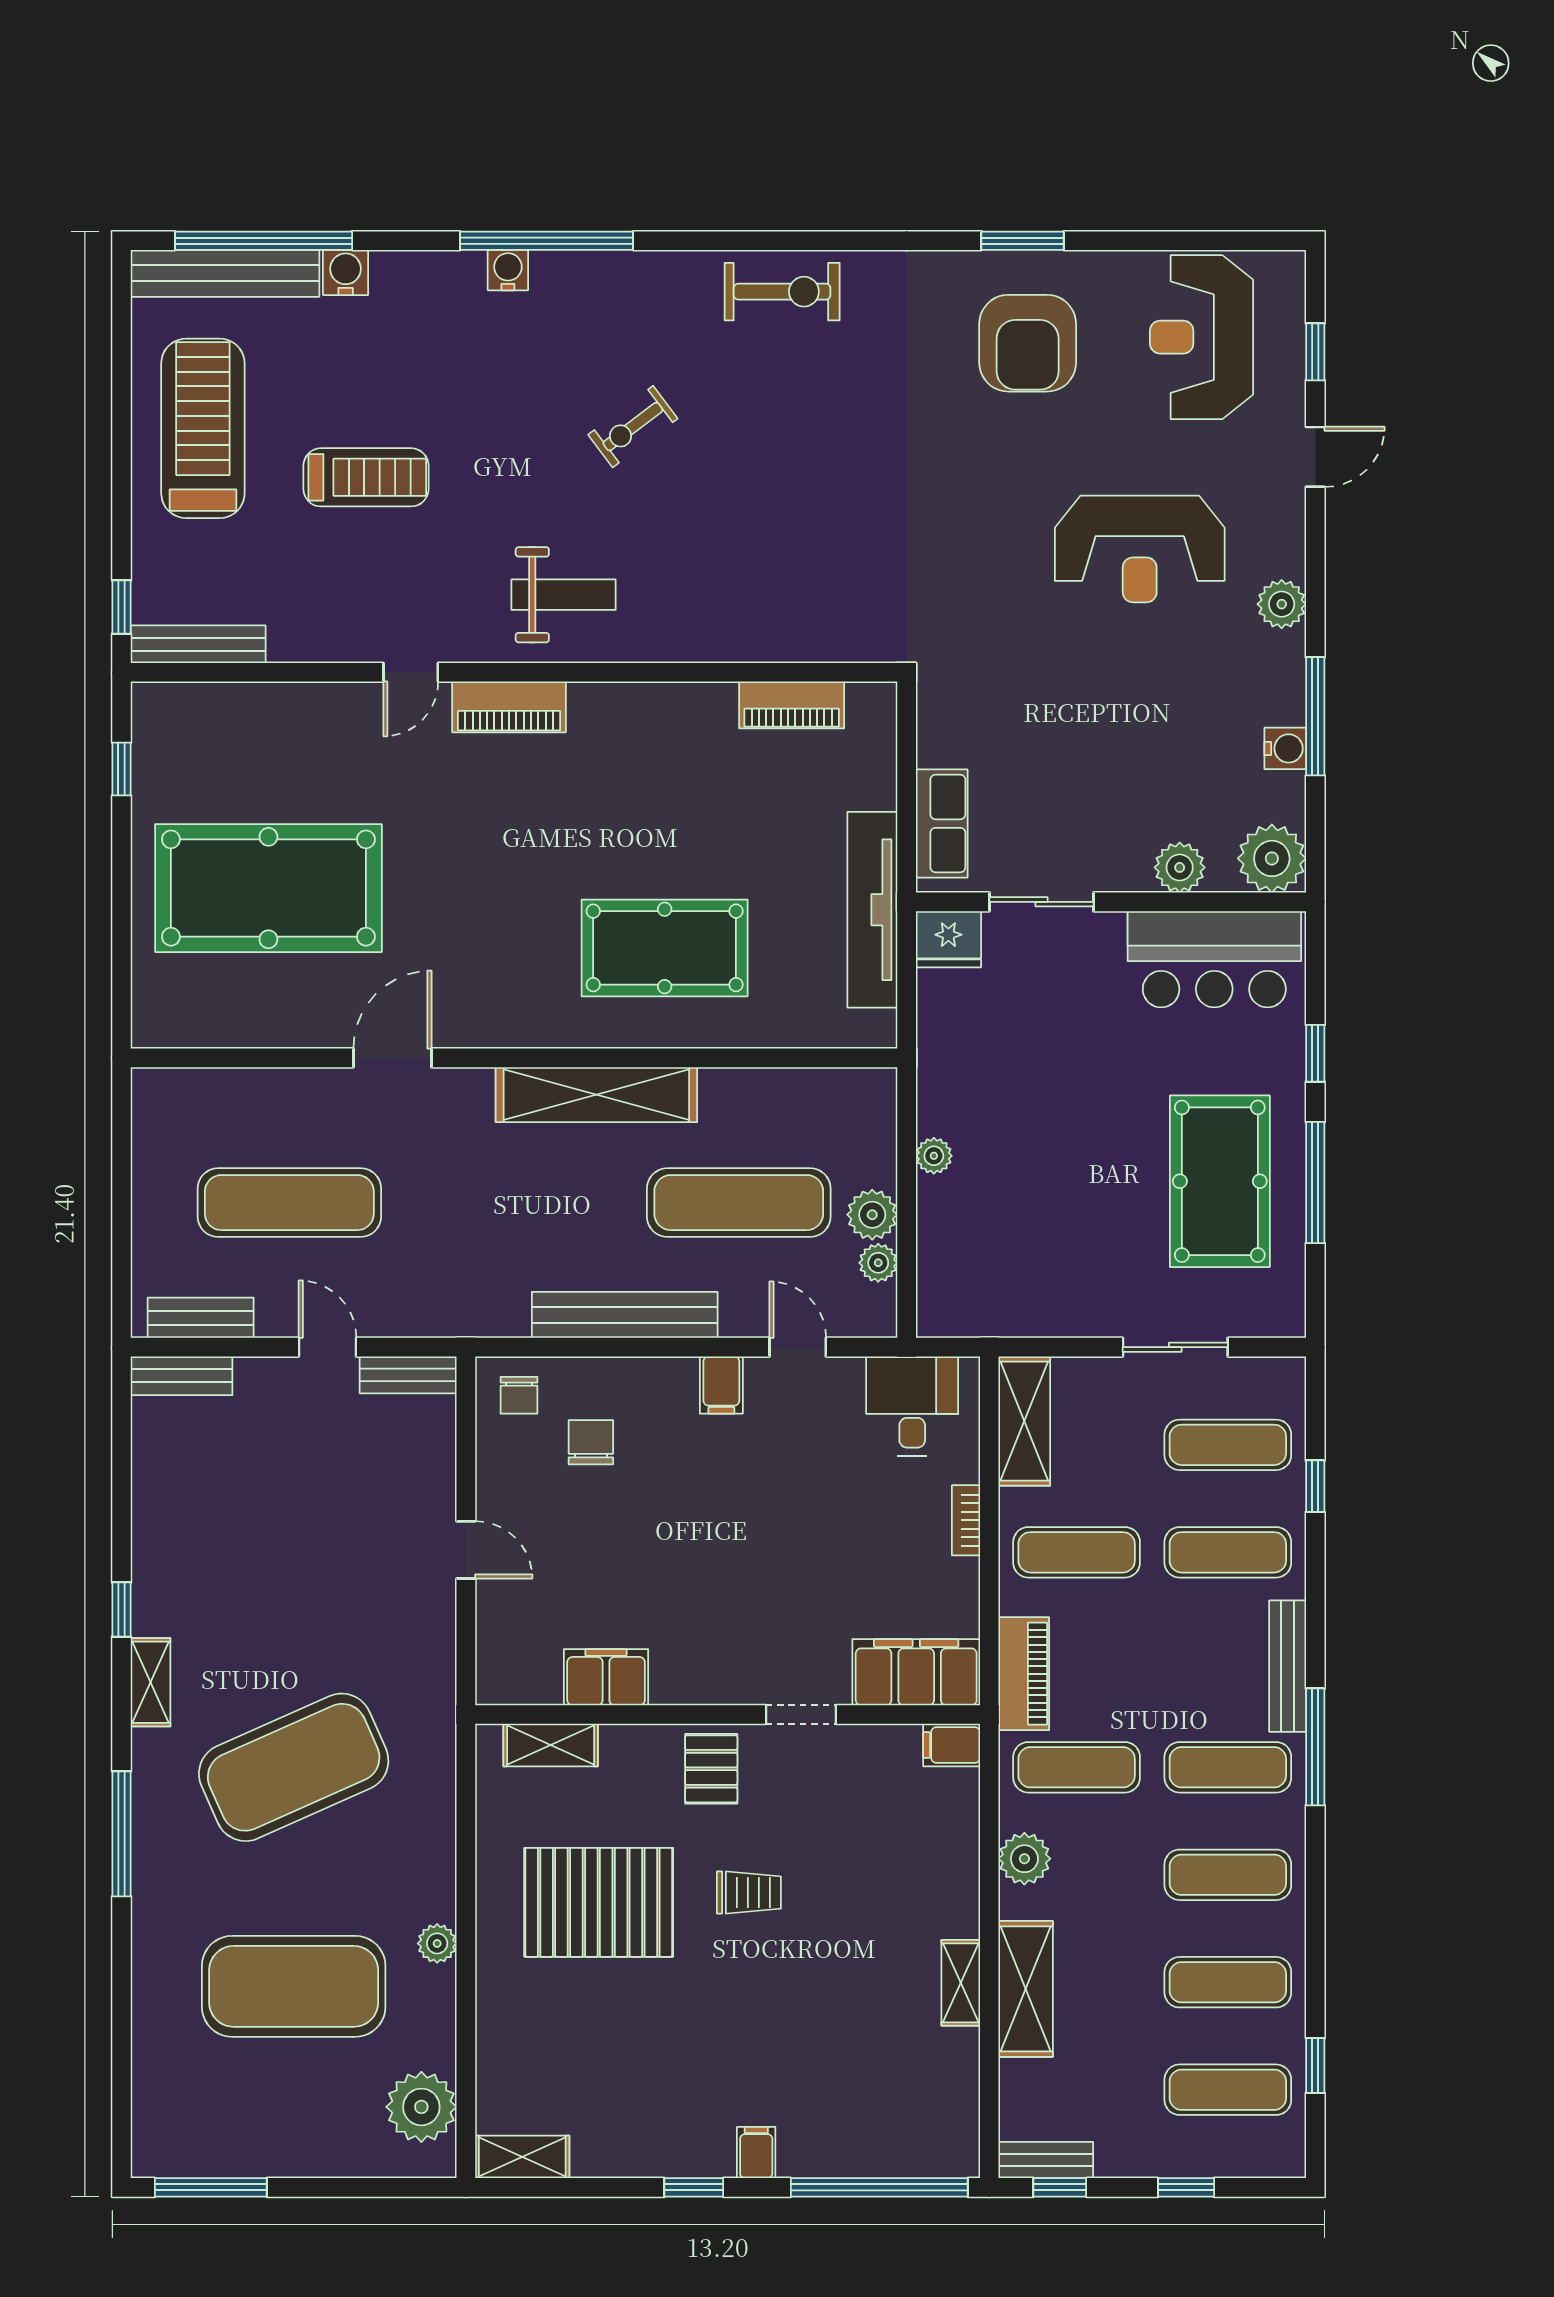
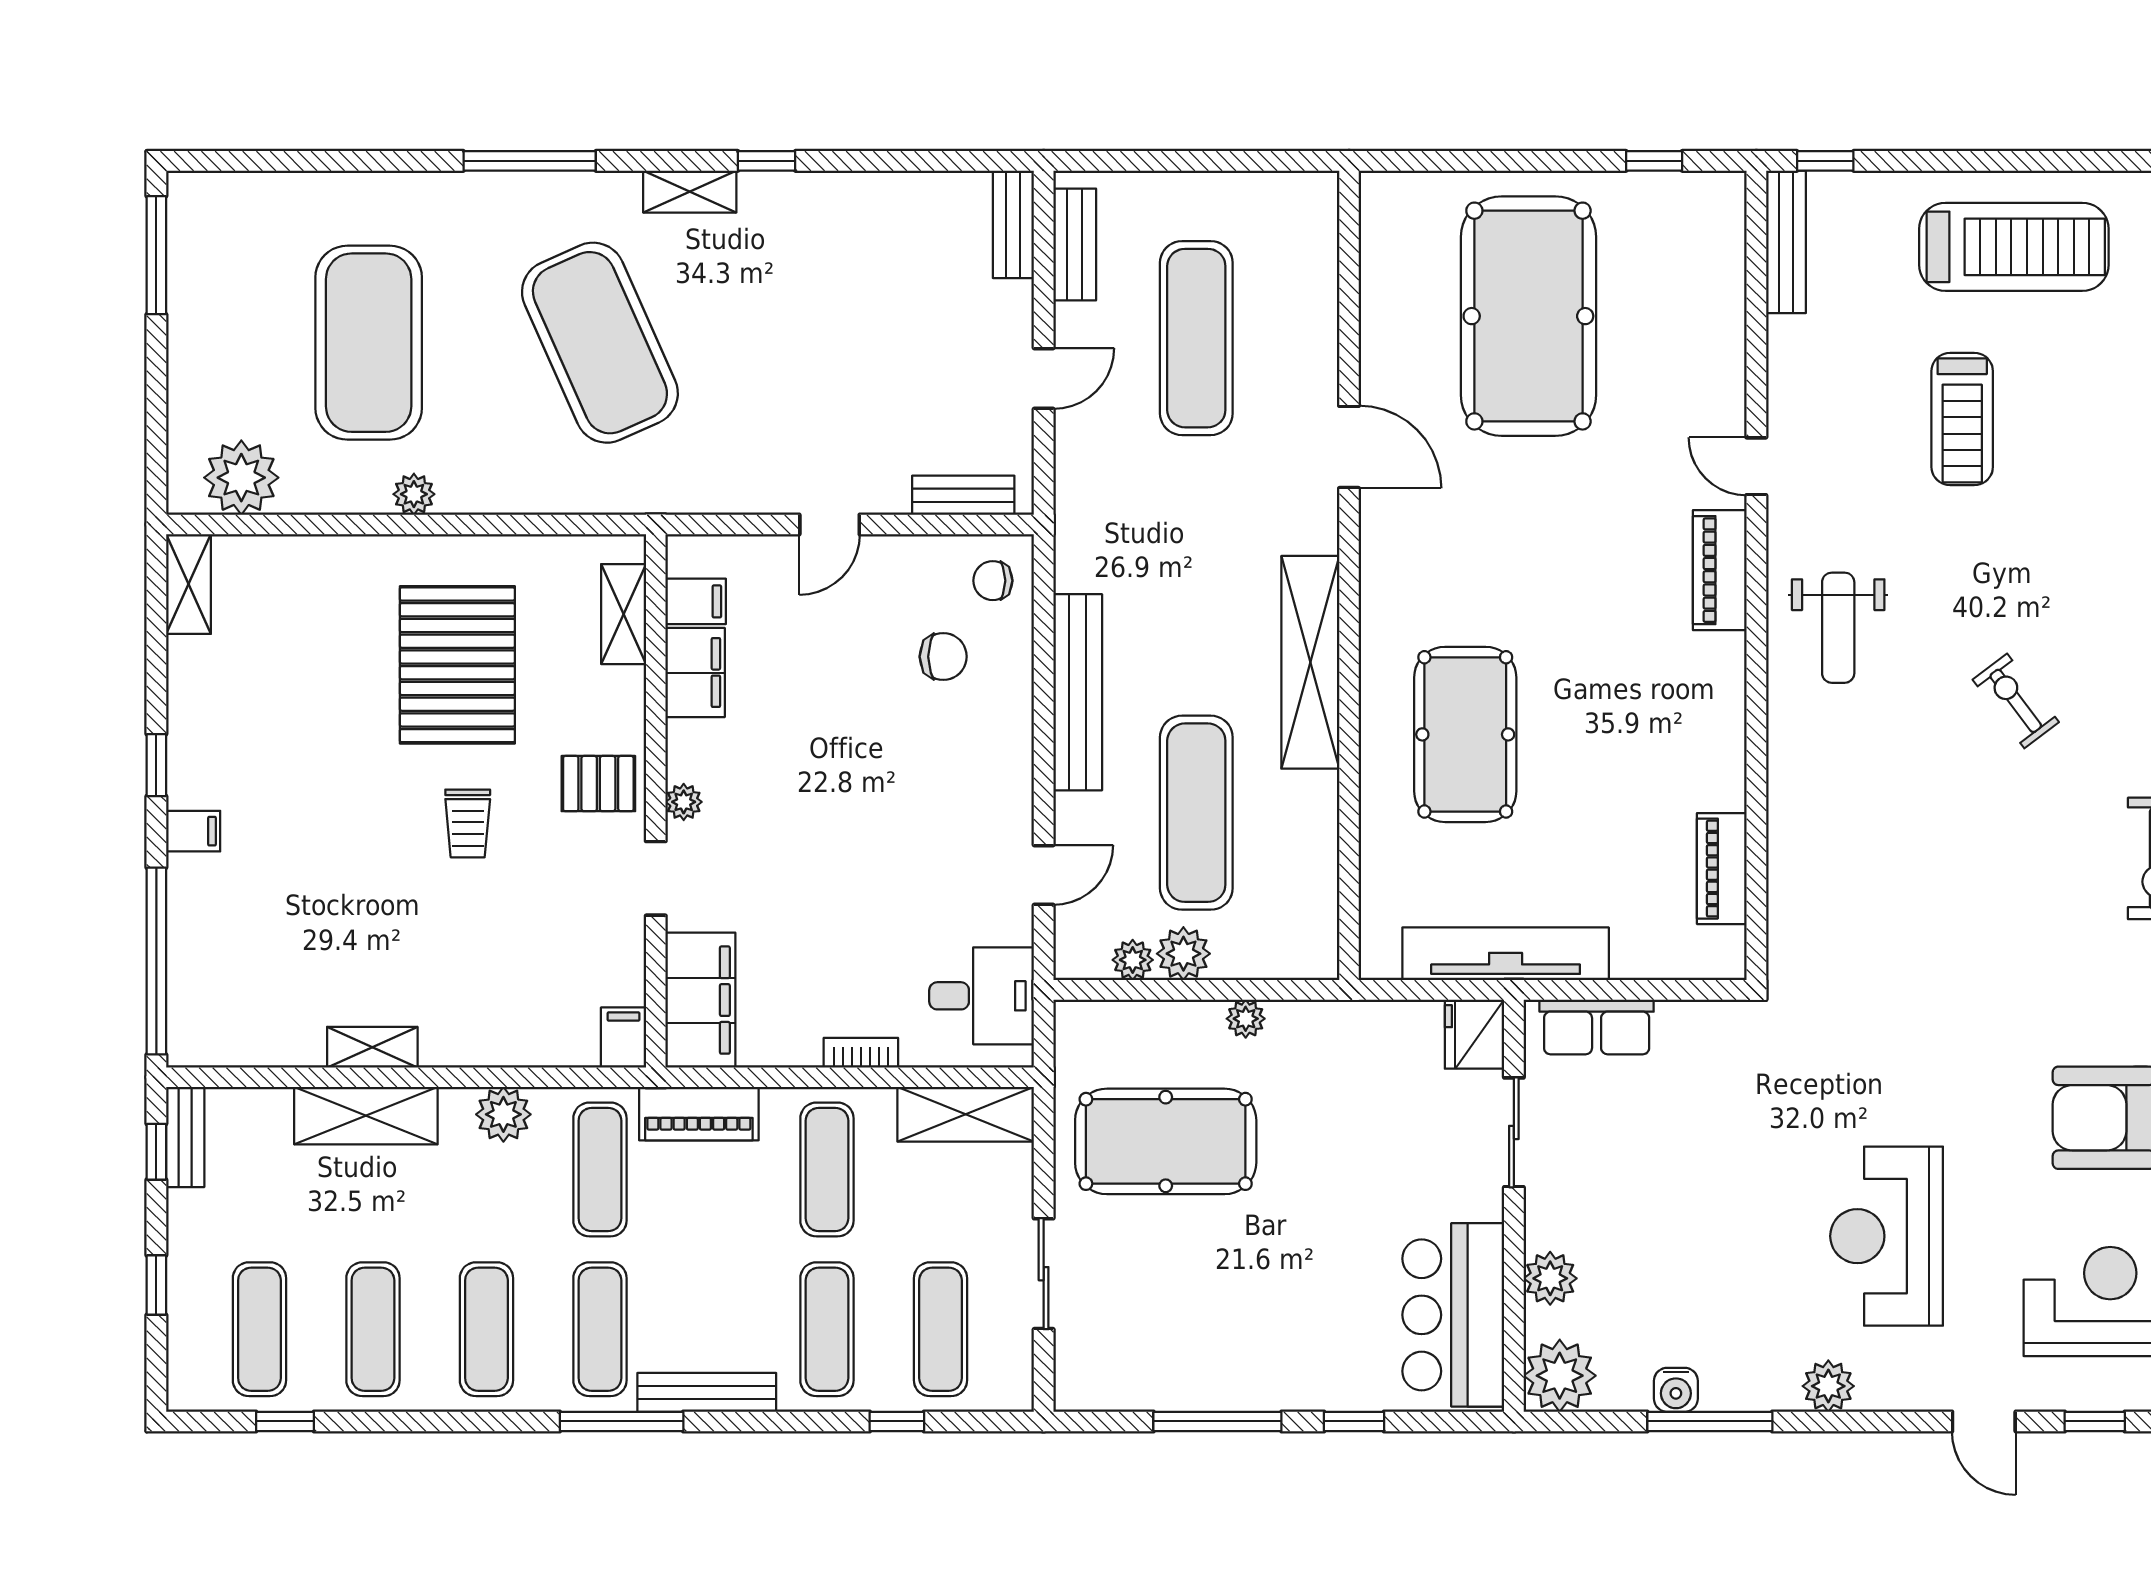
pool table: (1220, 1181) -> (1166, 1141), moved
bench: (408, 1375) -> (963, 495), moved, turned 90
filing cabinet: (721, 1385) -> (696, 601), moved, turned 180
plant: (729, 1688) -> (684, 802), added

